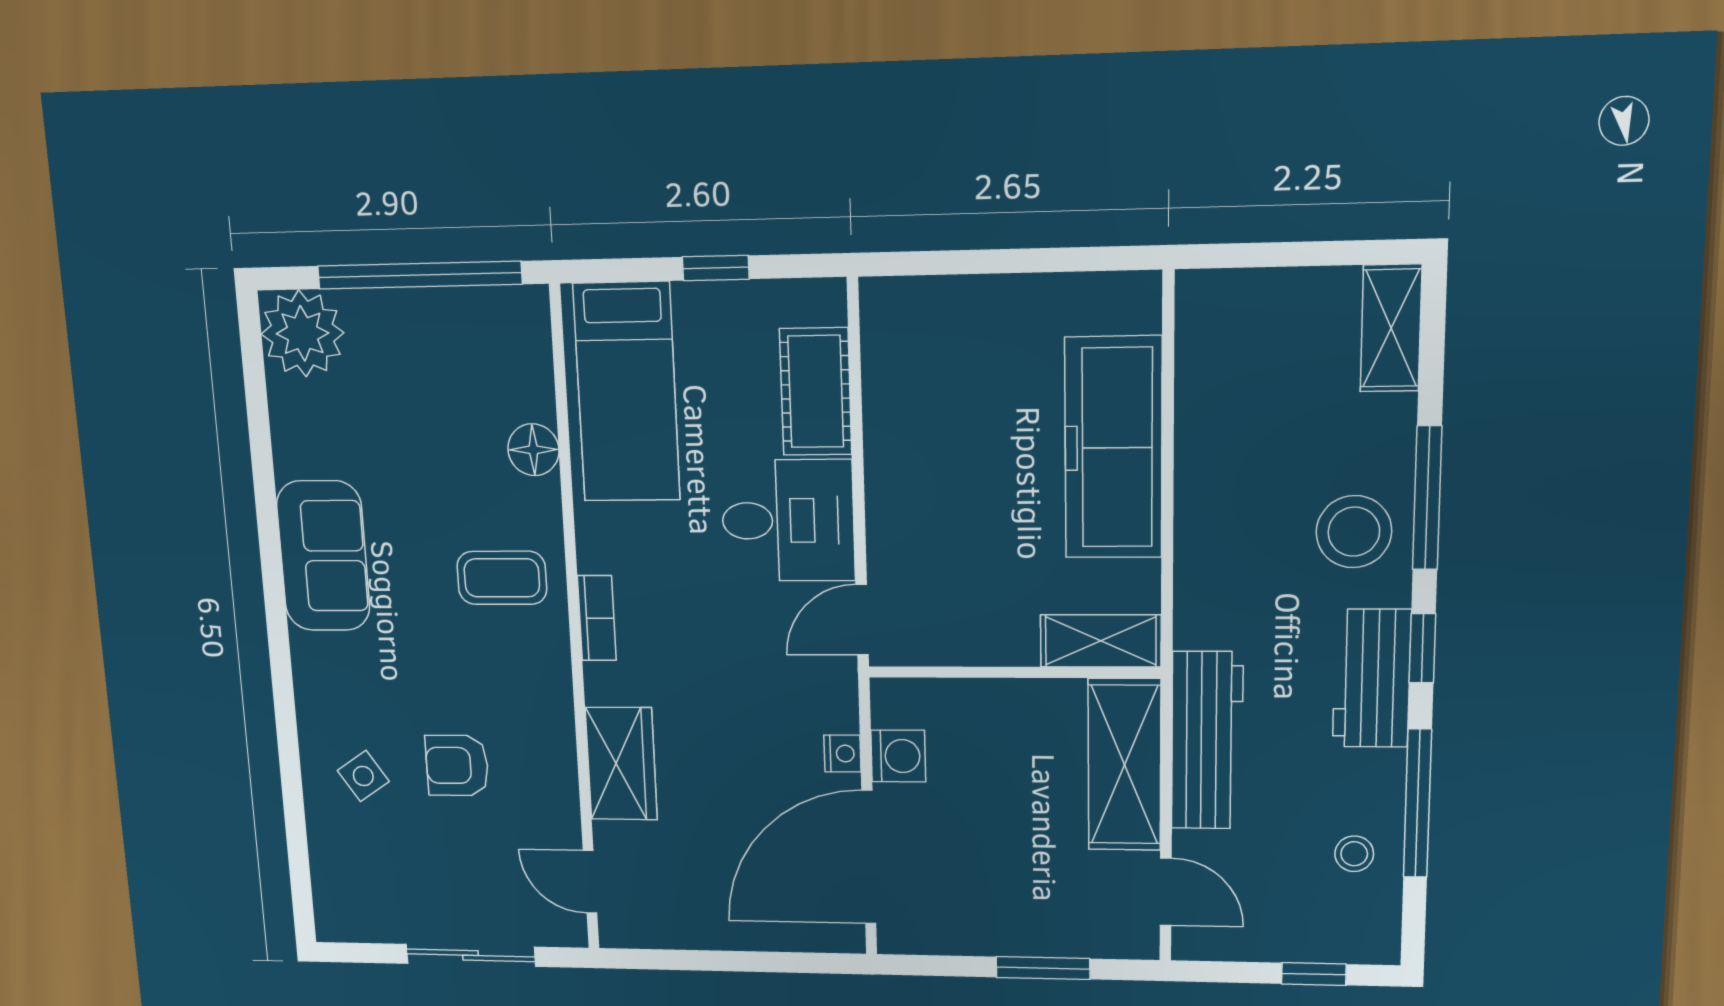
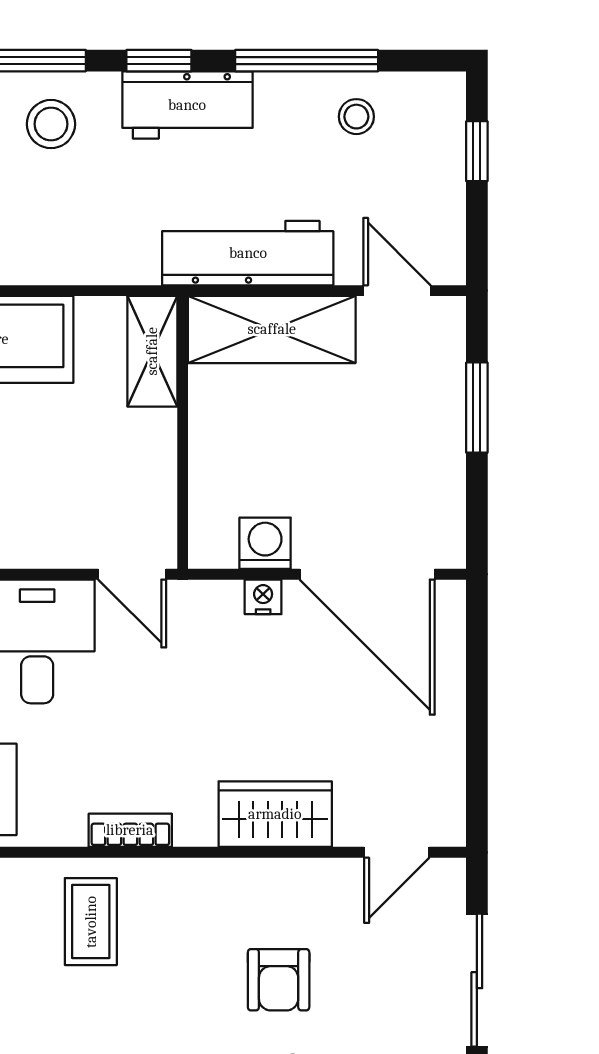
stool: (1354, 532) -> (51, 124), width x0.73, depth x0.73
door: (1166, 892) -> (397, 291), hinge flipped

